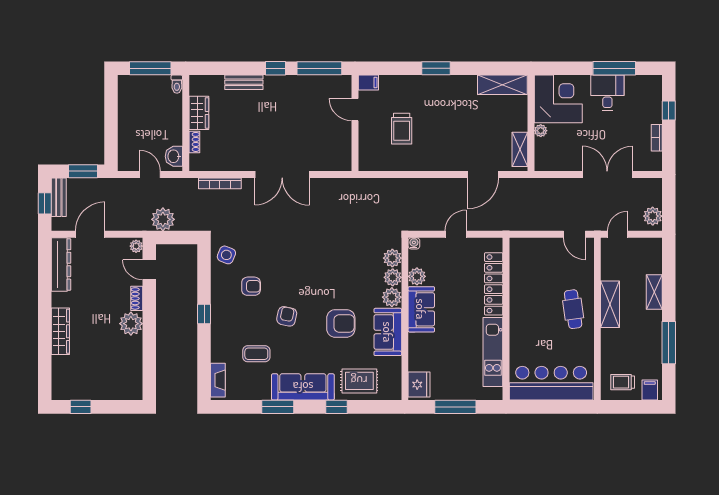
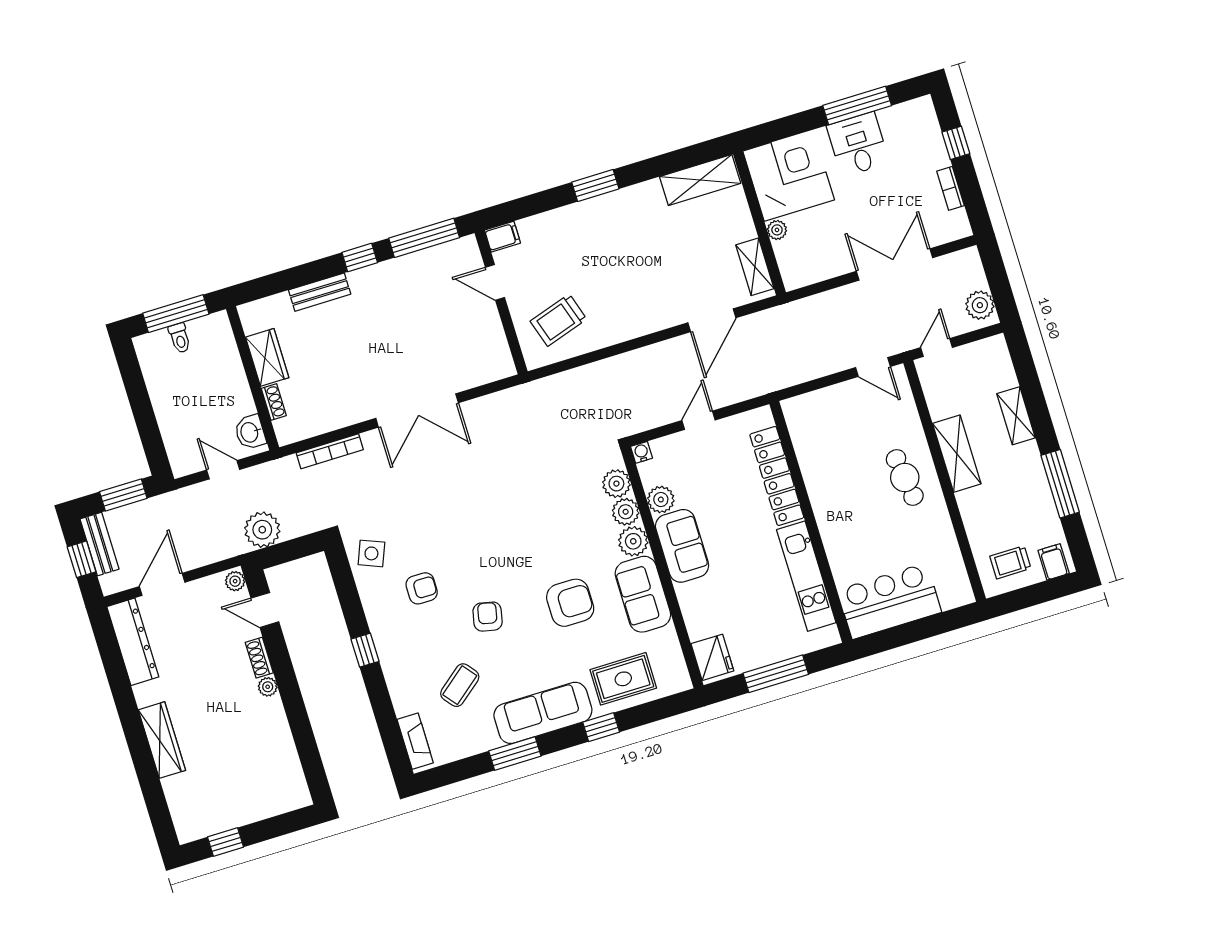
toilet: (177, 84) -> (180, 338), moved
trolley: (402, 129) -> (558, 320), moved, turned 72
plant: (131, 324) -> (268, 687), width x0.53, depth x0.53
coffee table: (256, 354) -> (460, 685), turned -39
bar counter: (551, 383) -> (889, 601), width x0.73

